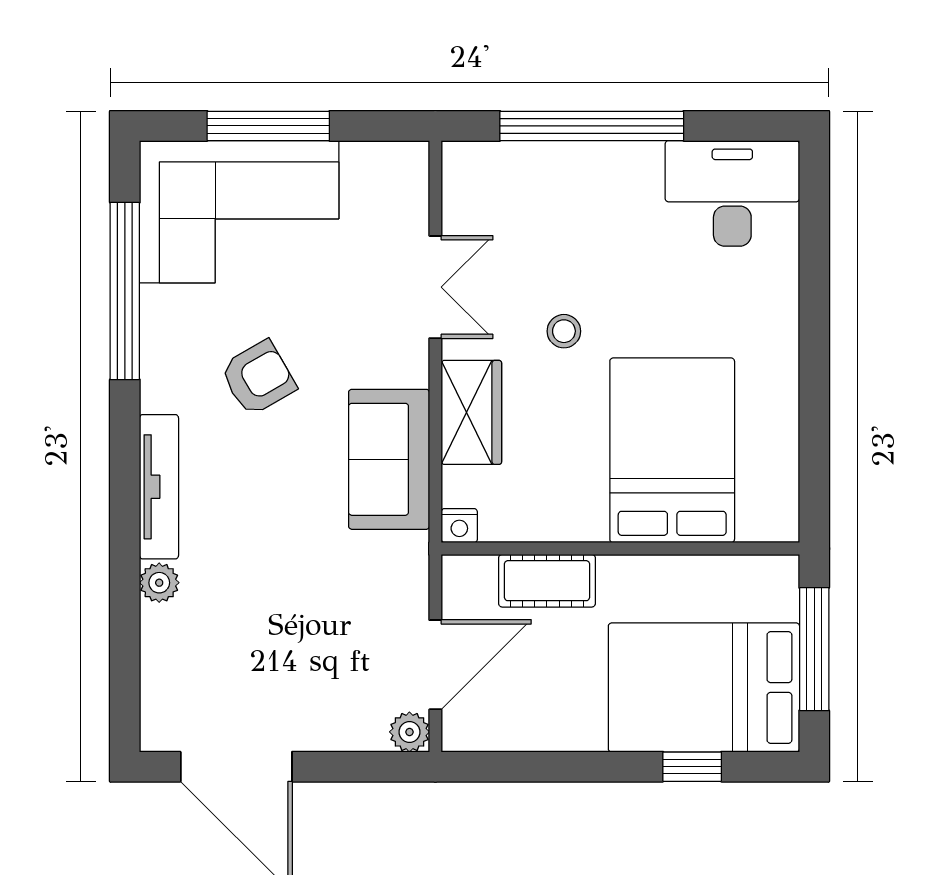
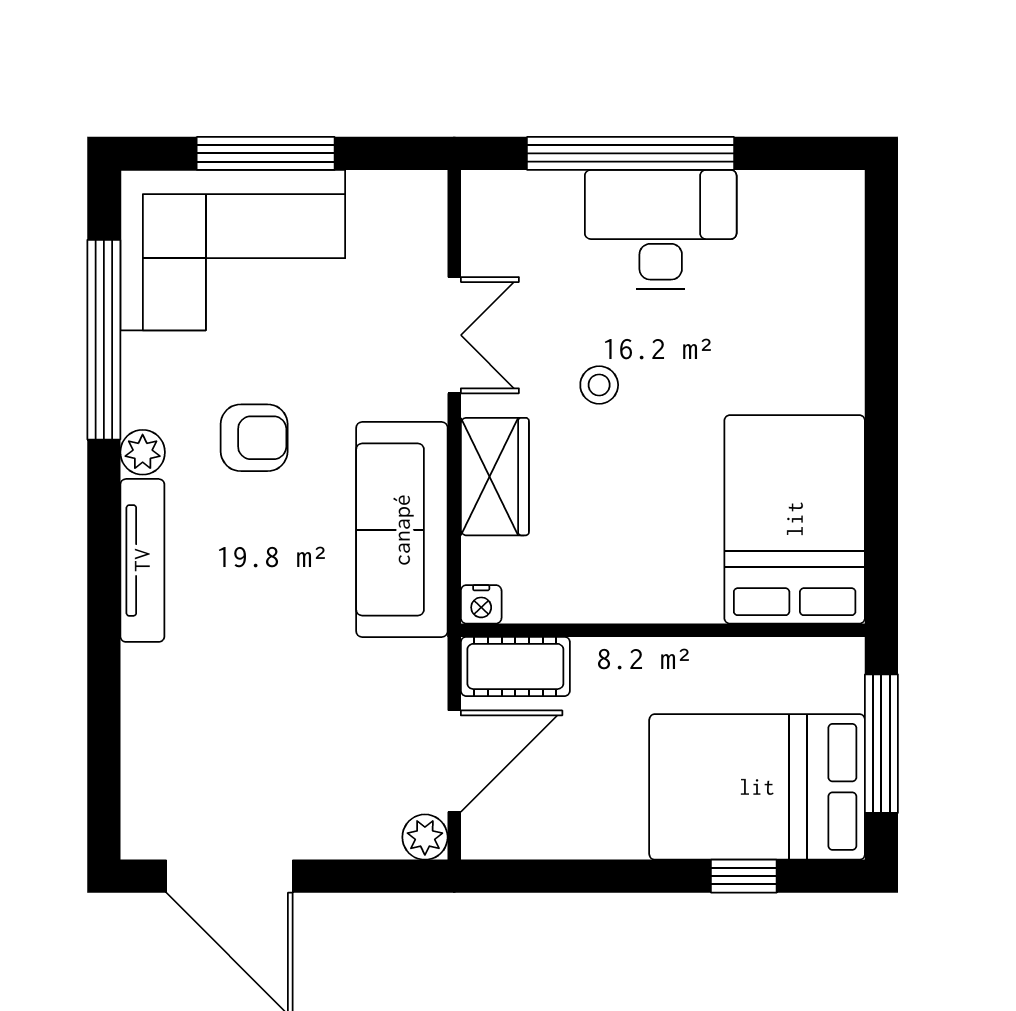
desk: (732, 193) -> (661, 230), moved
armchair: (258, 378) -> (254, 438), turned 30
bed: (672, 450) -> (795, 519), moved
sofa: (389, 459) -> (402, 530), width x1.36
cot: (547, 581) -> (515, 666), moved
plant: (159, 583) -> (143, 452), moved

